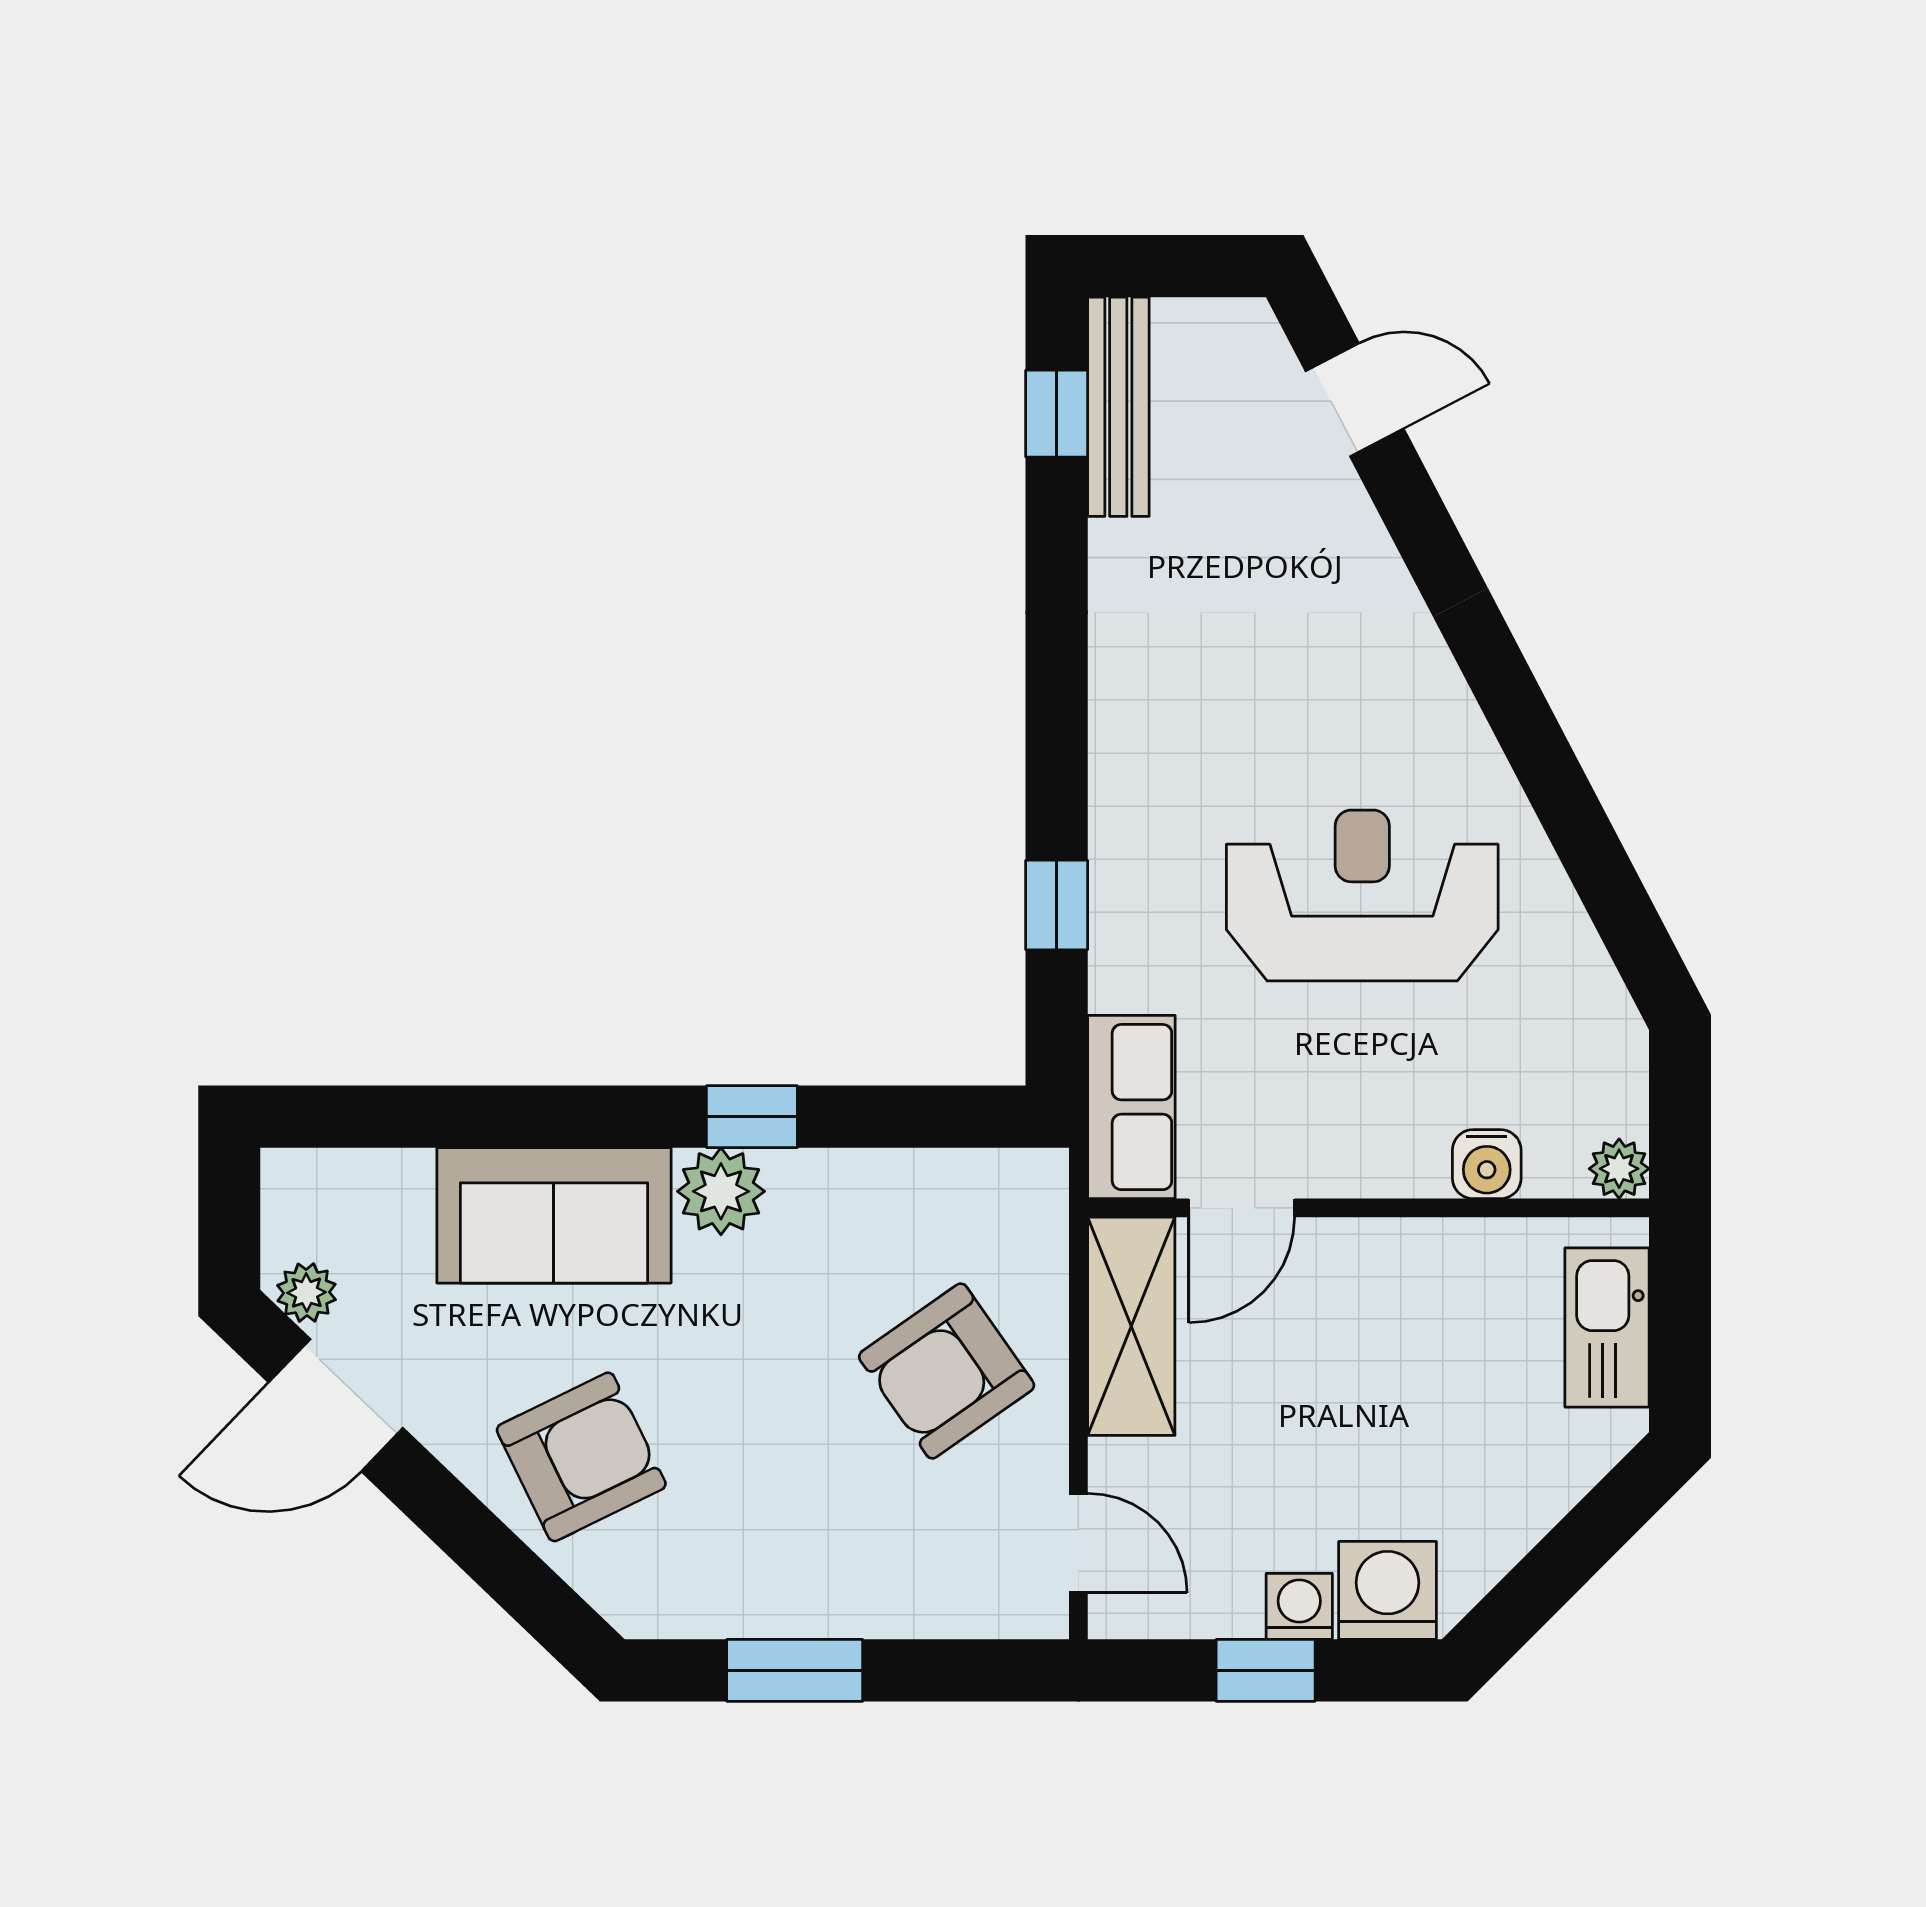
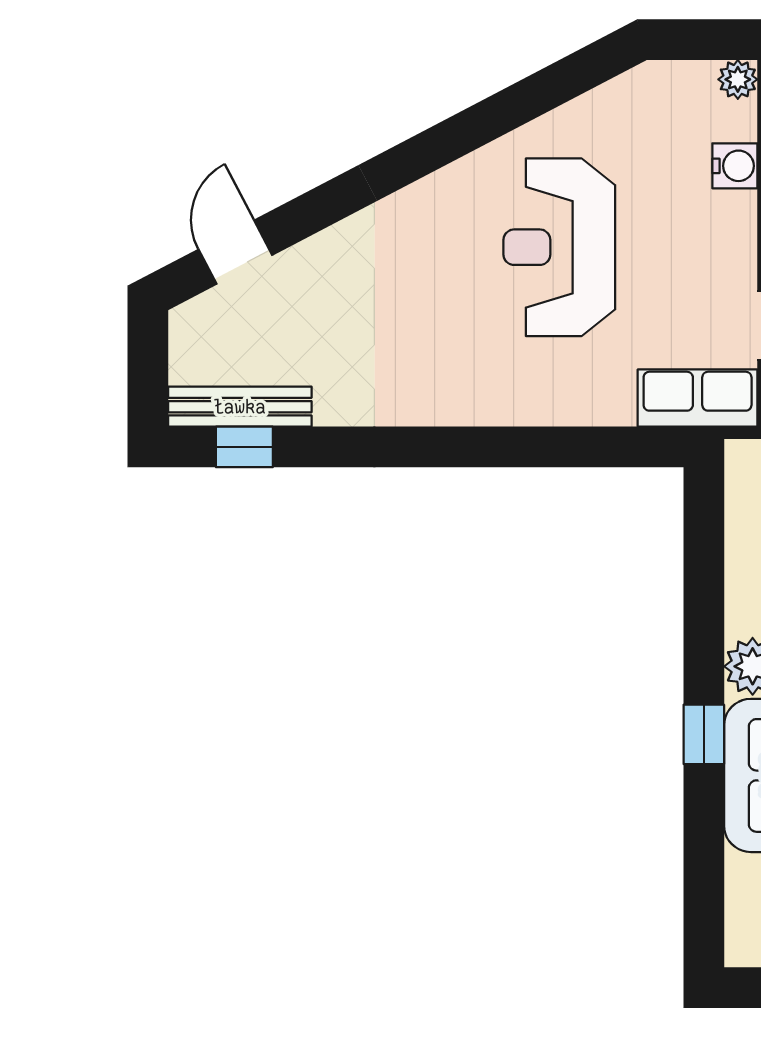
window: (1057, 905) -> (565, 447), removed
window: (752, 1117) -> (704, 734), moved

